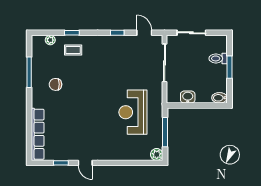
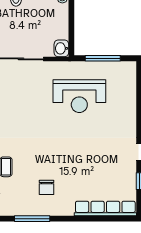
washbasin: (188, 97) -> (61, 48), moved
plant: (157, 154) -> (129, 68), removed

